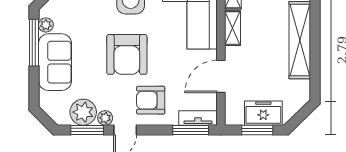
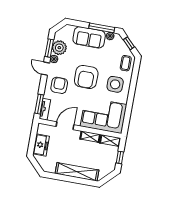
armchair: (127, 54) -> (86, 77), turned -90
door: (221, 76) -> (65, 126), hinge flipped
window: (257, 130) -> (33, 140), removed

